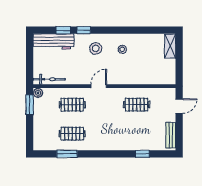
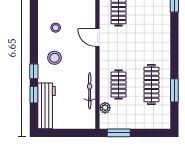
bicycle: (49, 79) -> (90, 91), moved
door: (99, 86) -> (97, 38), moved
plant: (38, 93) -> (105, 108), moved
clothes rail: (72, 134) -> (151, 85), width x1.36

